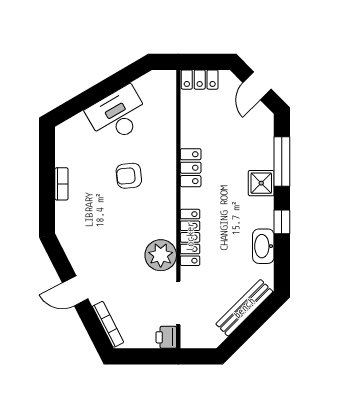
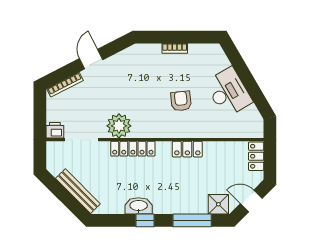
shower: (261, 183) -> (218, 204), moved
washbasin: (263, 246) -> (139, 206), moved

